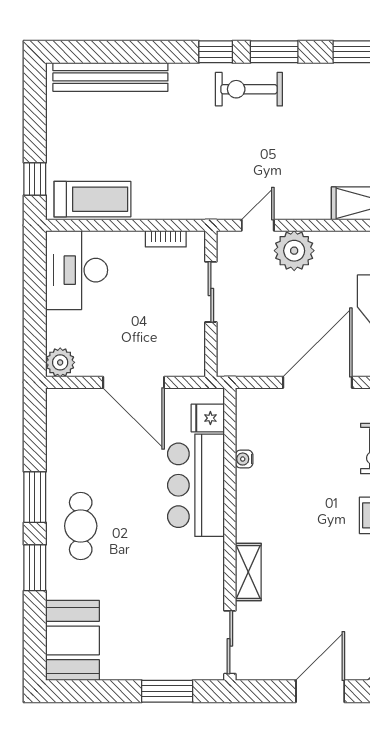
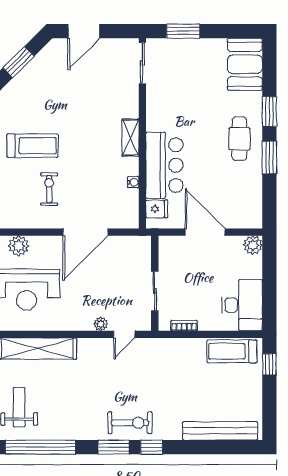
plant: (294, 251) -> (101, 324), width x0.53, depth x0.53
shelving: (248, 572) -> (130, 138), moved

